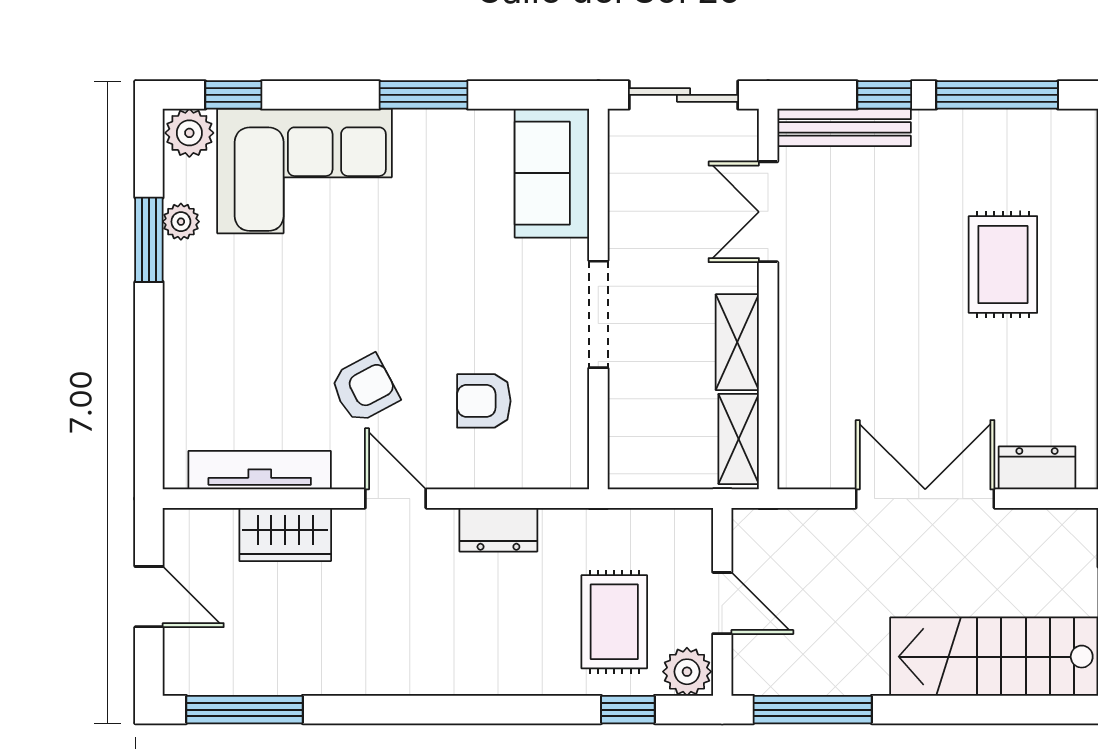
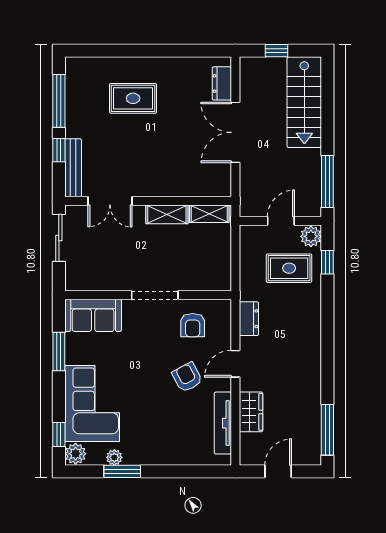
sofa: (552, 173) -> (93, 315), moved
wall: (598, 299) -> (148, 295), moved
doorway: (598, 314) -> (155, 295), moved

